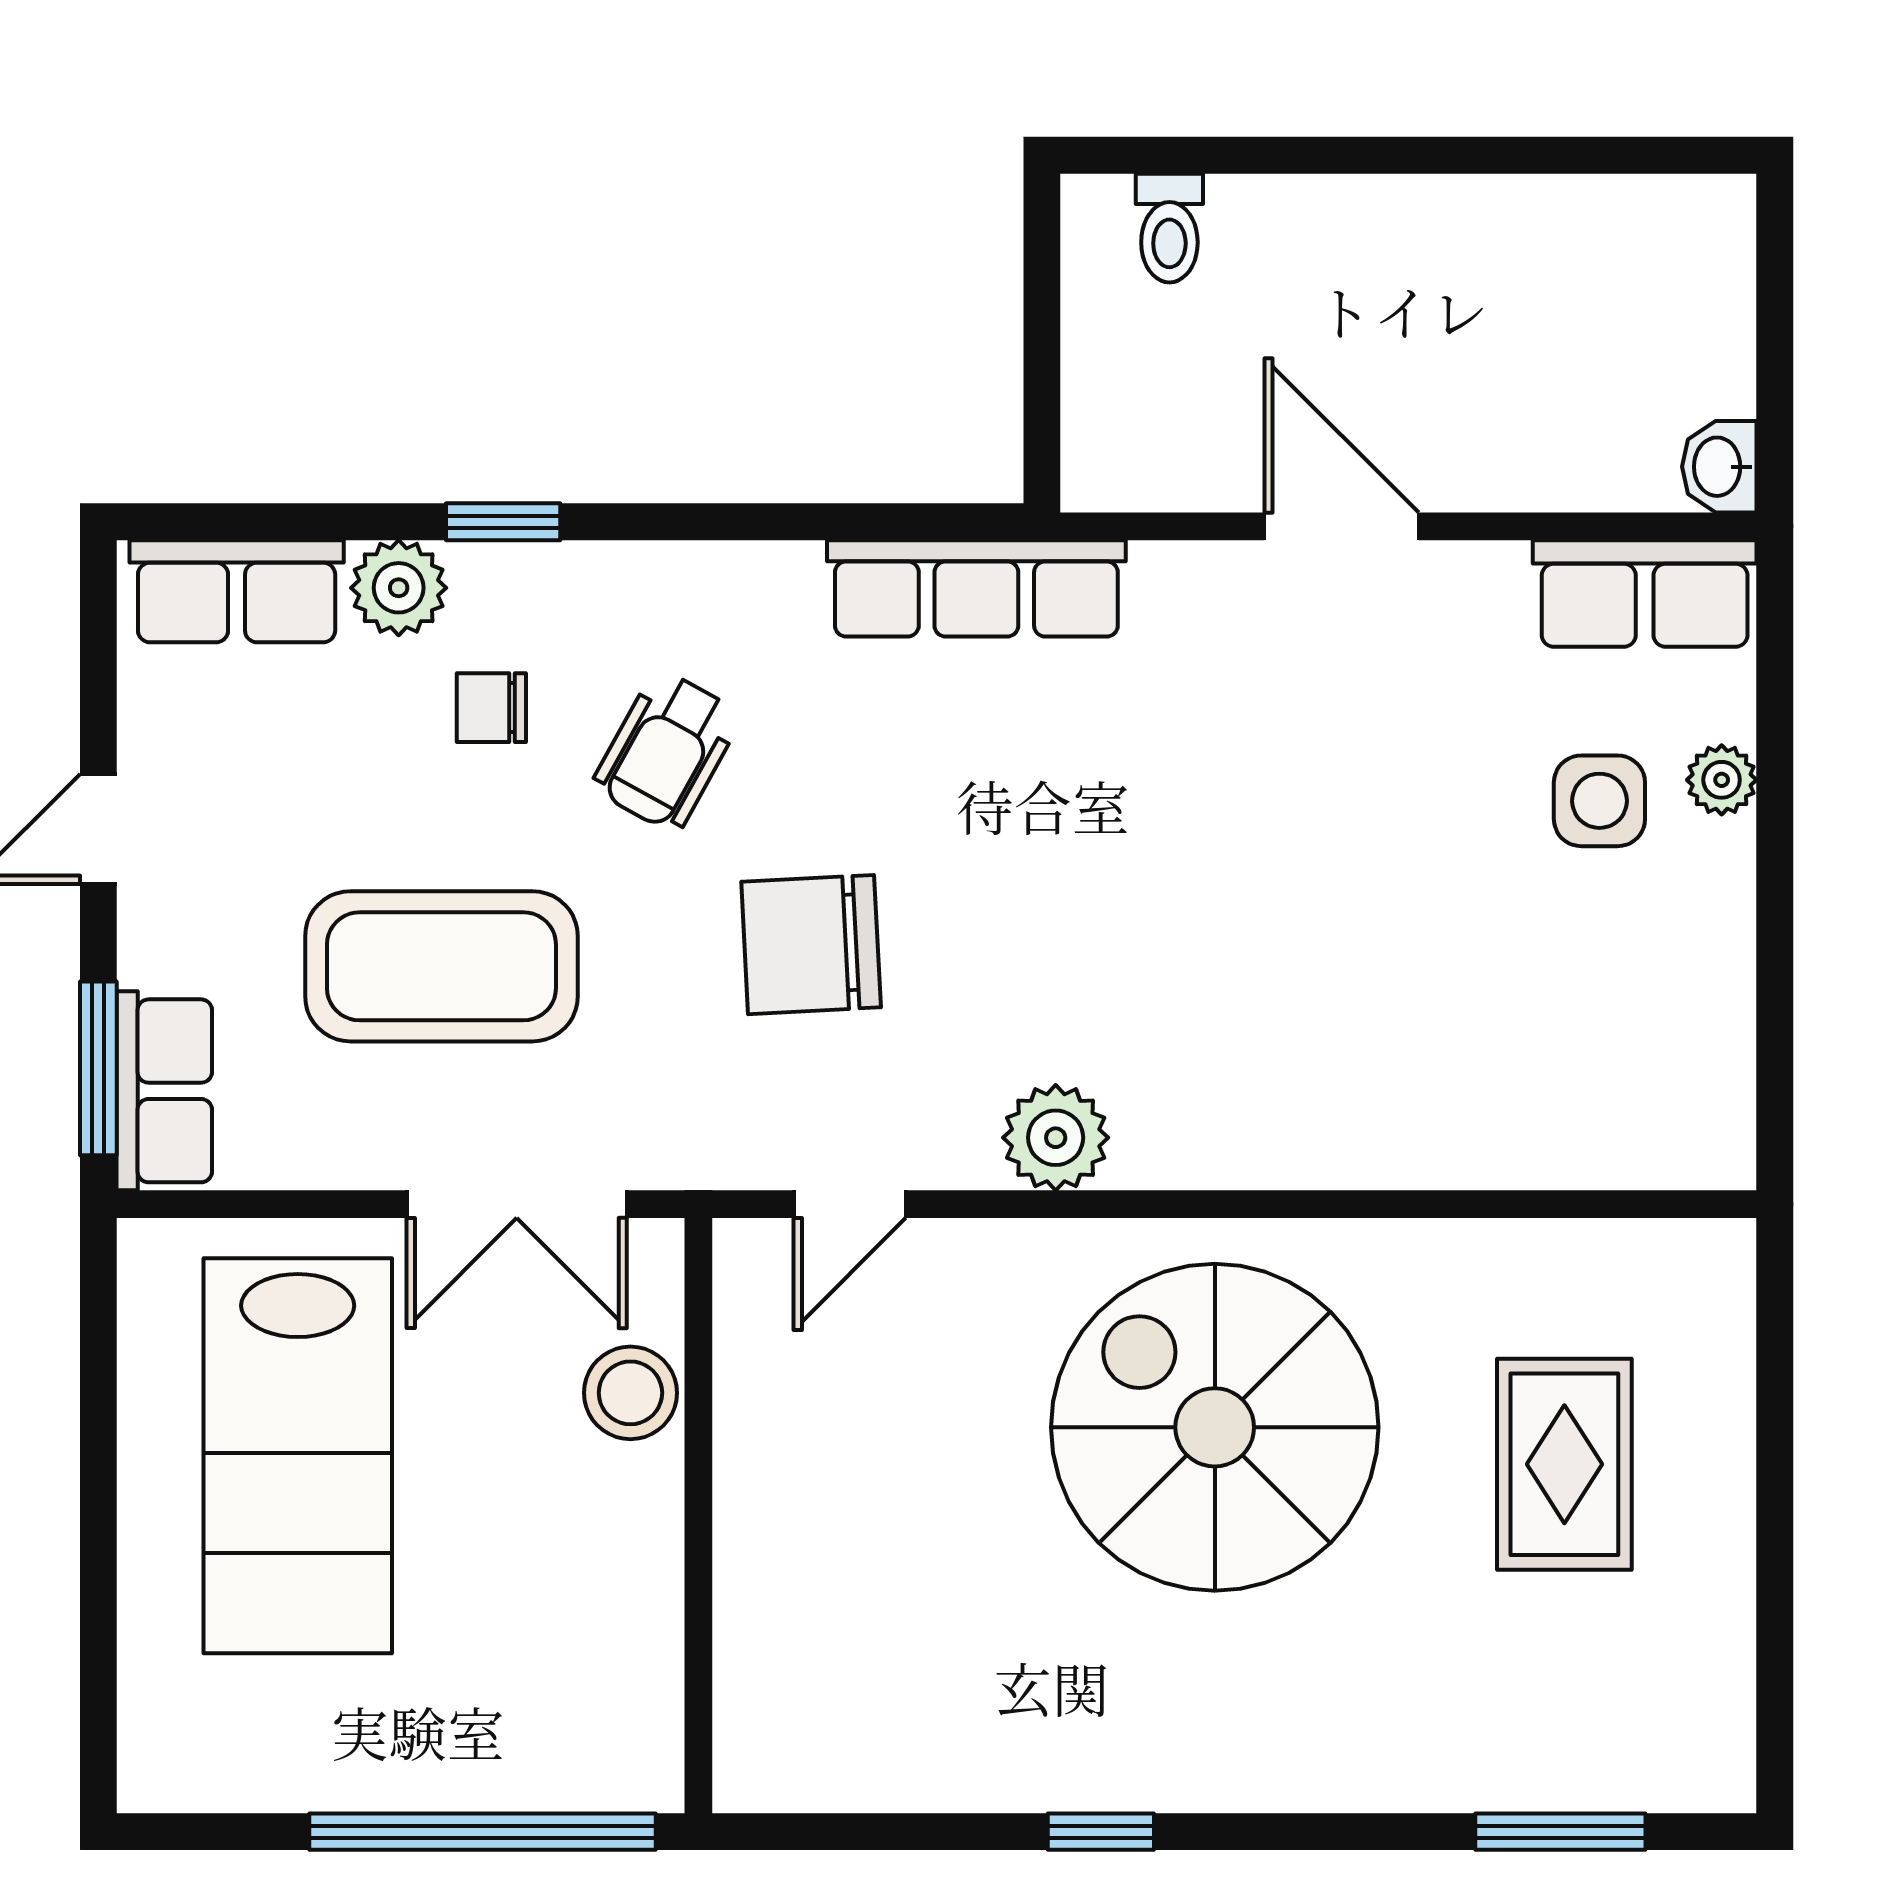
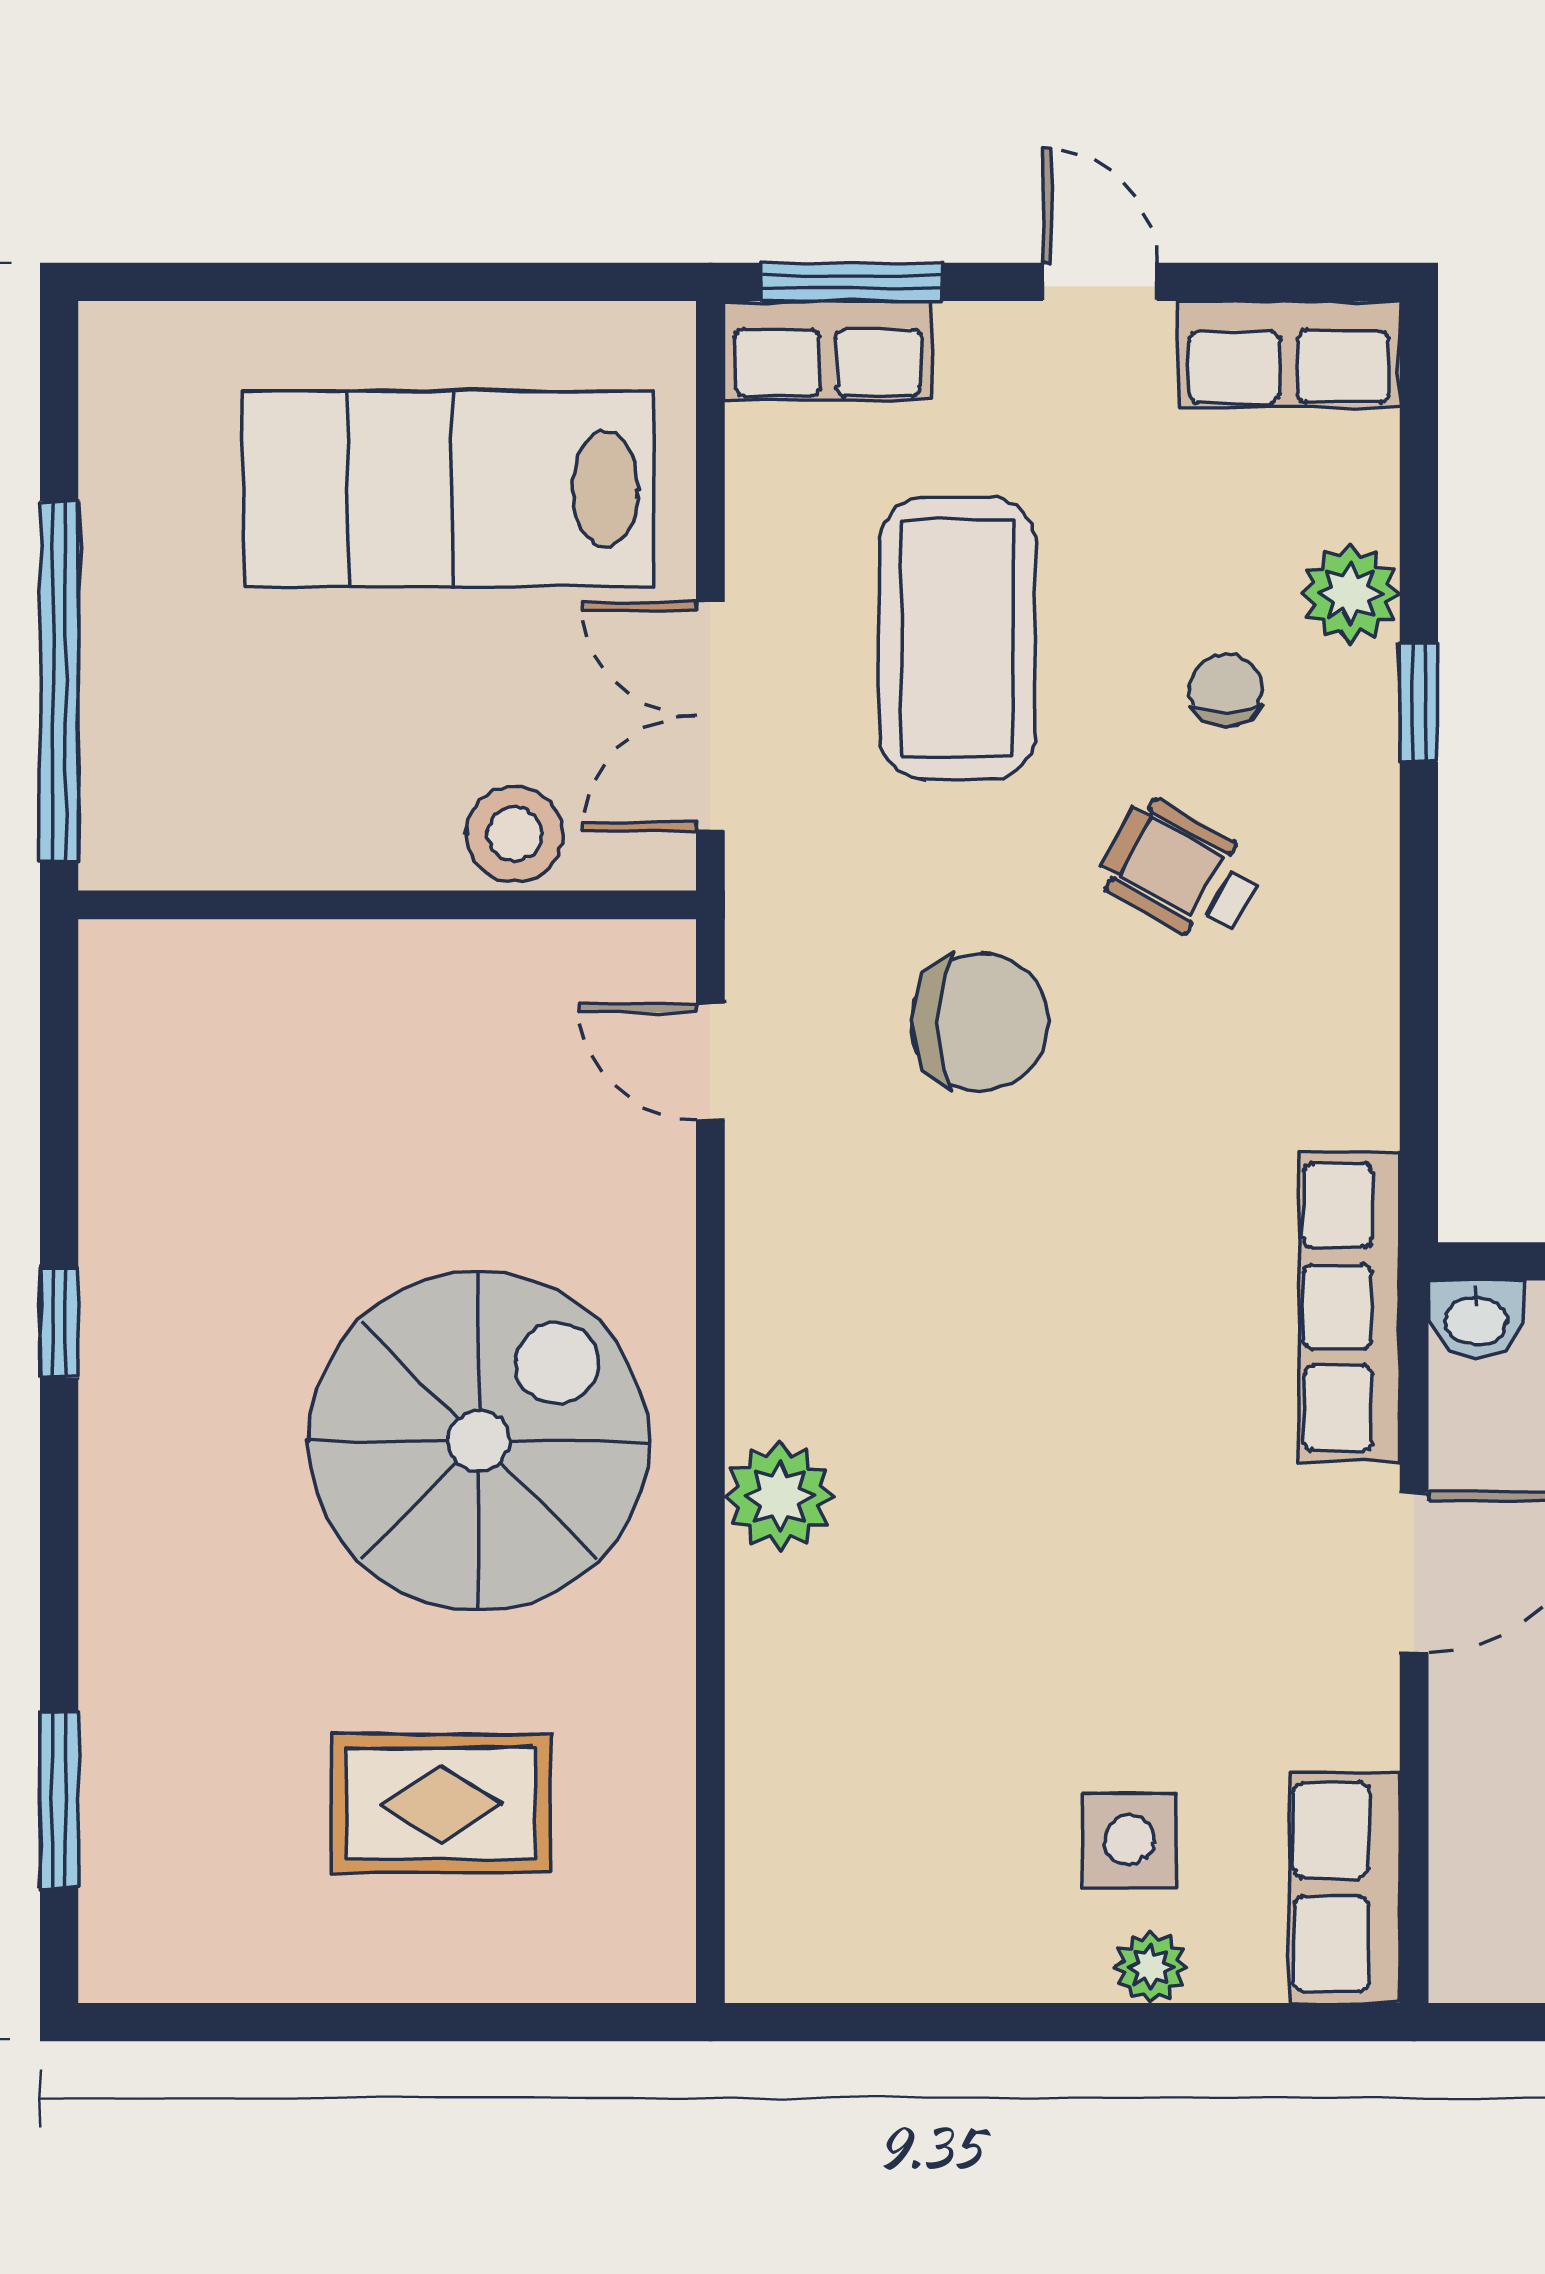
washbasin: (1719, 467) -> (1476, 1319), moved, turned 180
row of seats: (976, 588) -> (1350, 1307), moved
row of seats: (237, 591) -> (1289, 354), moved, turned -90
chair: (811, 945) -> (980, 1022), turned 93
plant: (1056, 1138) -> (779, 1496), moved

